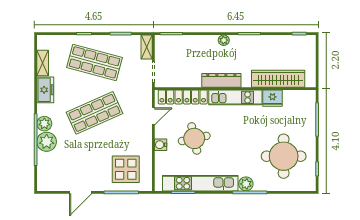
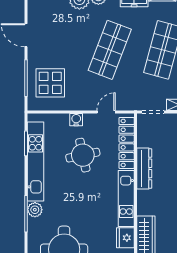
dresser: (221, 80) -> (144, 168), moved
shop shelf: (94, 113) -> (110, 50), turned 45
door: (153, 116) -> (106, 112), swing flipped

